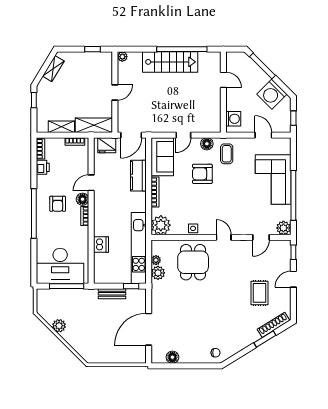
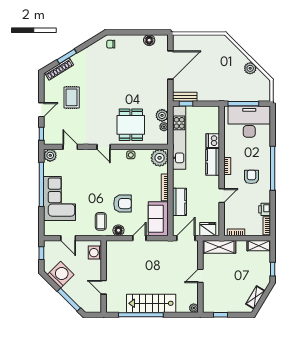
shelving: (61, 127) -> (259, 246), moved
floor lamp: (83, 199) -> (229, 181), removed
kitchen counter: (101, 221) -> (213, 162), added
door: (261, 237) -> (70, 147), hinge flipped
bench: (112, 294) -> (185, 97), moved

